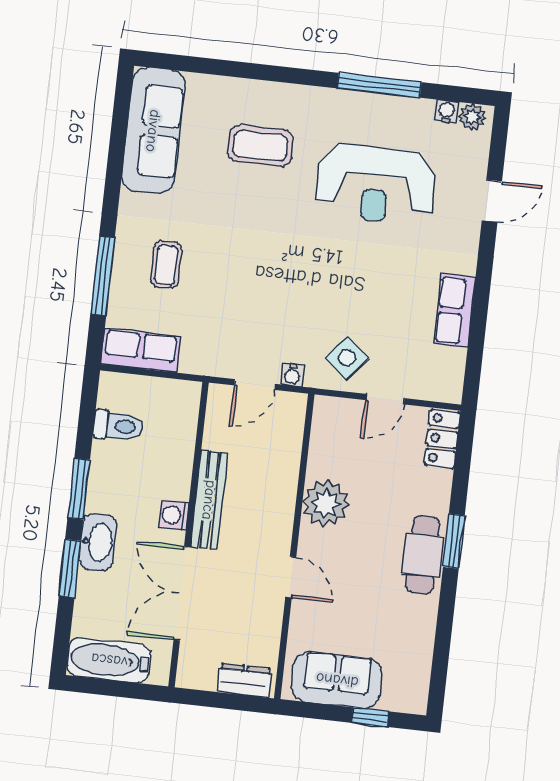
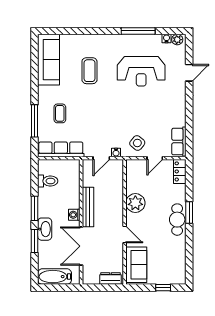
coffee table: (260, 146) -> (89, 71), moved, turned 90
row of seats: (455, 311) -> (179, 142), moved
row of seats: (141, 350) -> (61, 149), width x1.48
sofa: (337, 680) -> (136, 265), moved, turned 90

